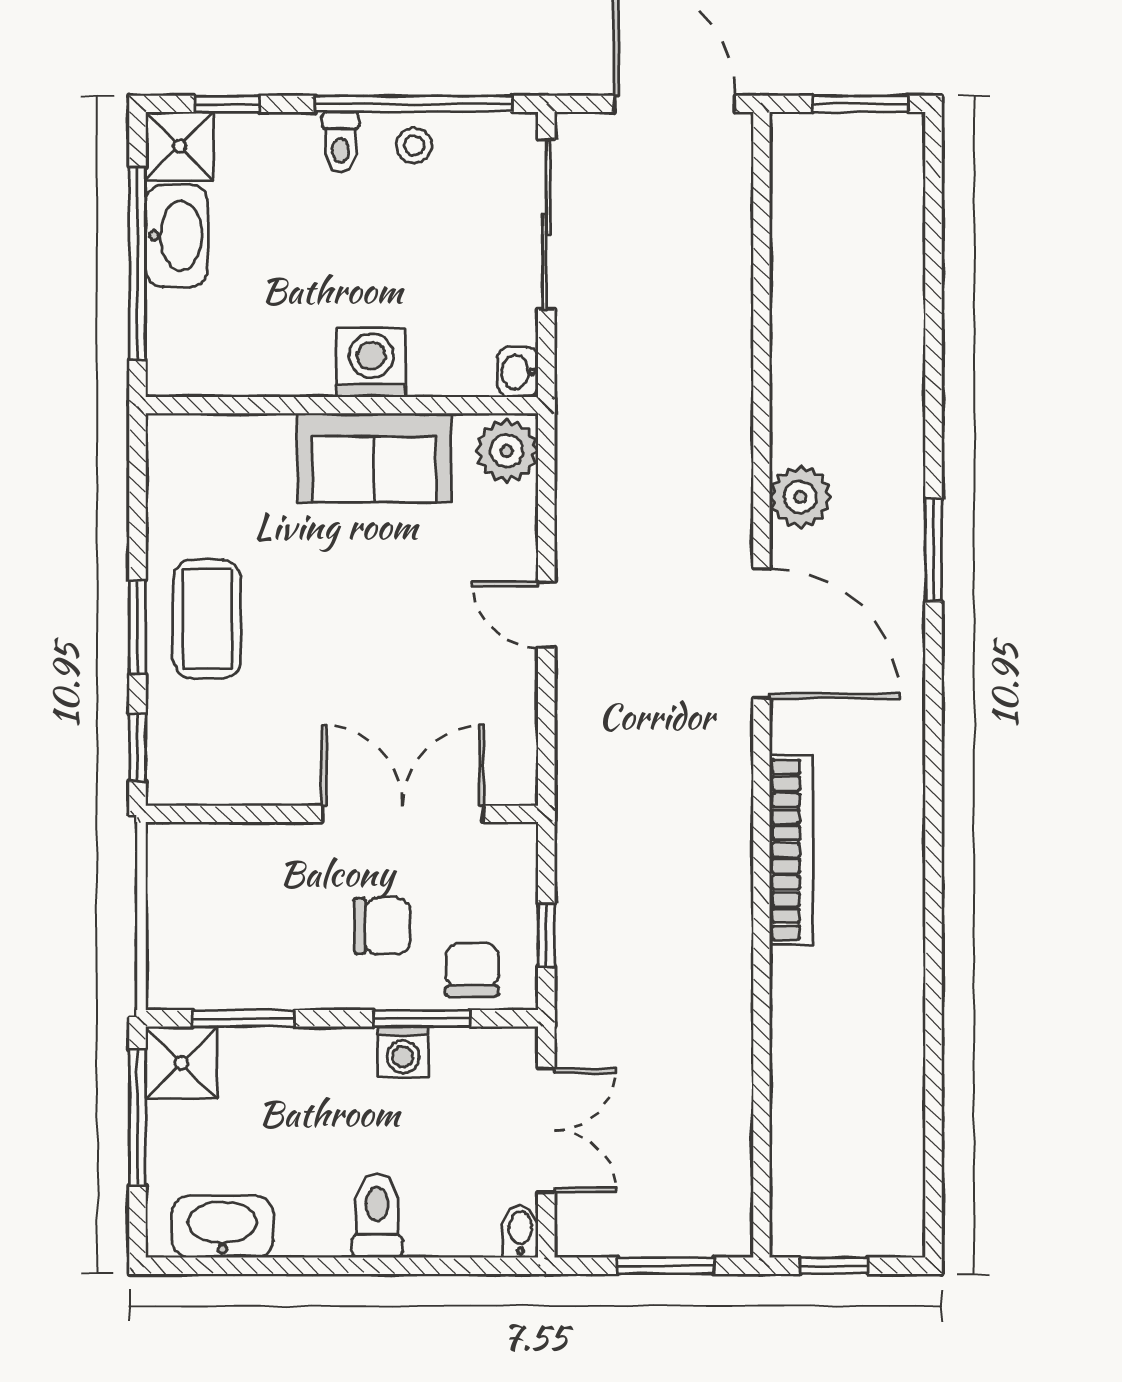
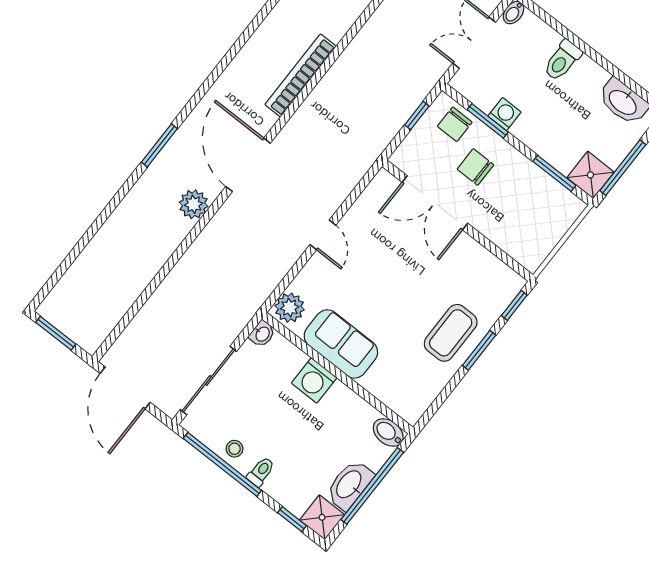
bidet: (181, 373) -> (388, 432), added

